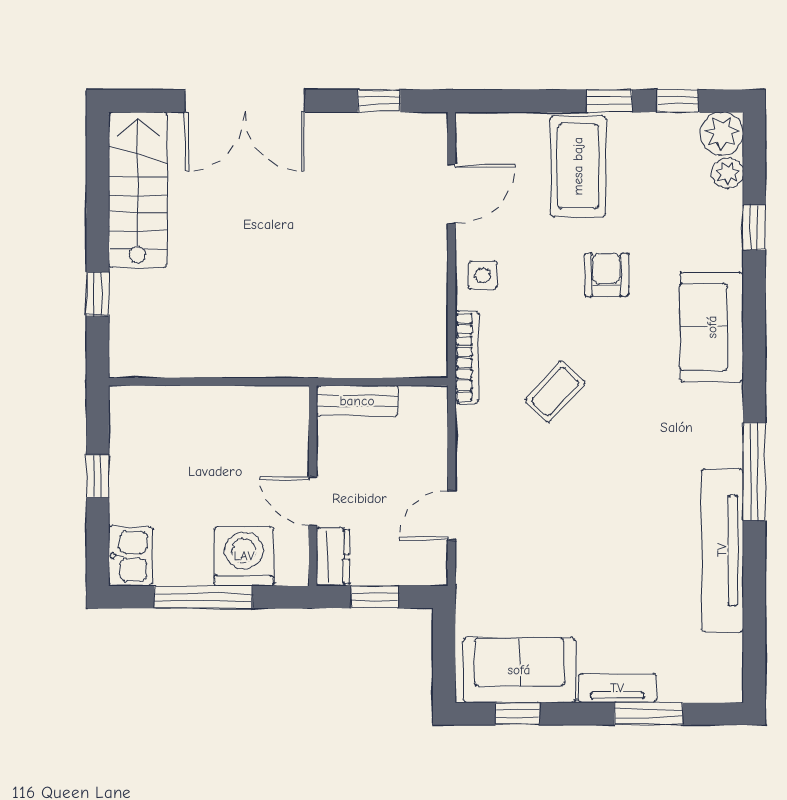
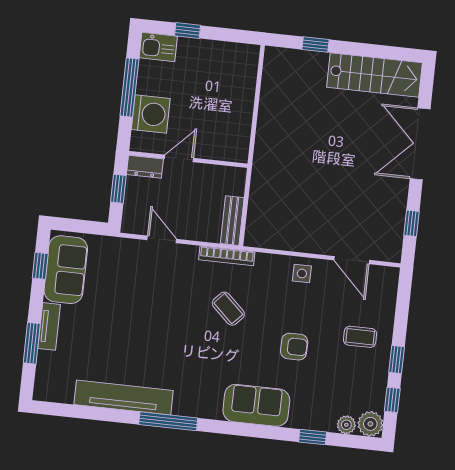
coffee table: (578, 166) -> (360, 337), width x0.54, depth x0.58
bookcase: (467, 357) -> (227, 256), moved
bench: (357, 401) -> (232, 221), moved
window: (98, 476) -> (188, 31), moved

